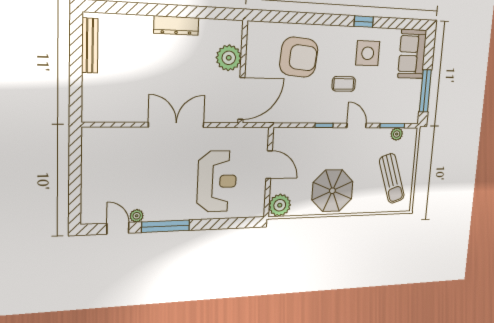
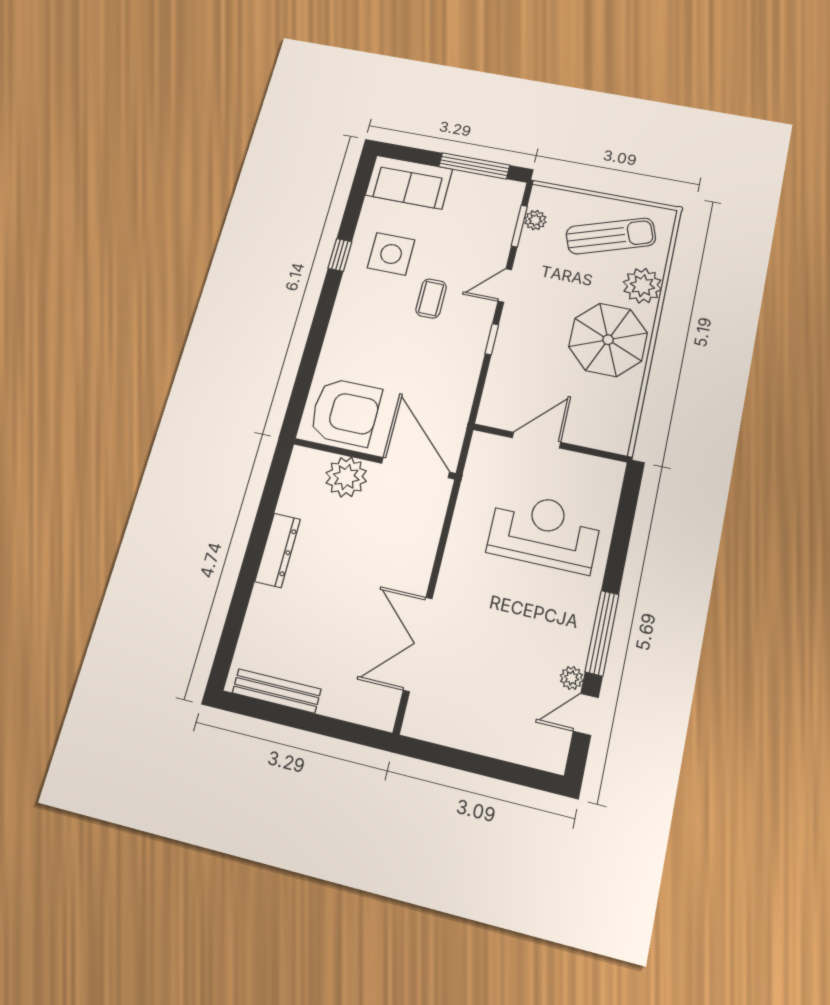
armchair: (299, 57) -> (345, 412), moved, turned 85
double door: (176, 125) -> (418, 644), moved
plant: (280, 205) -> (642, 286), moved

